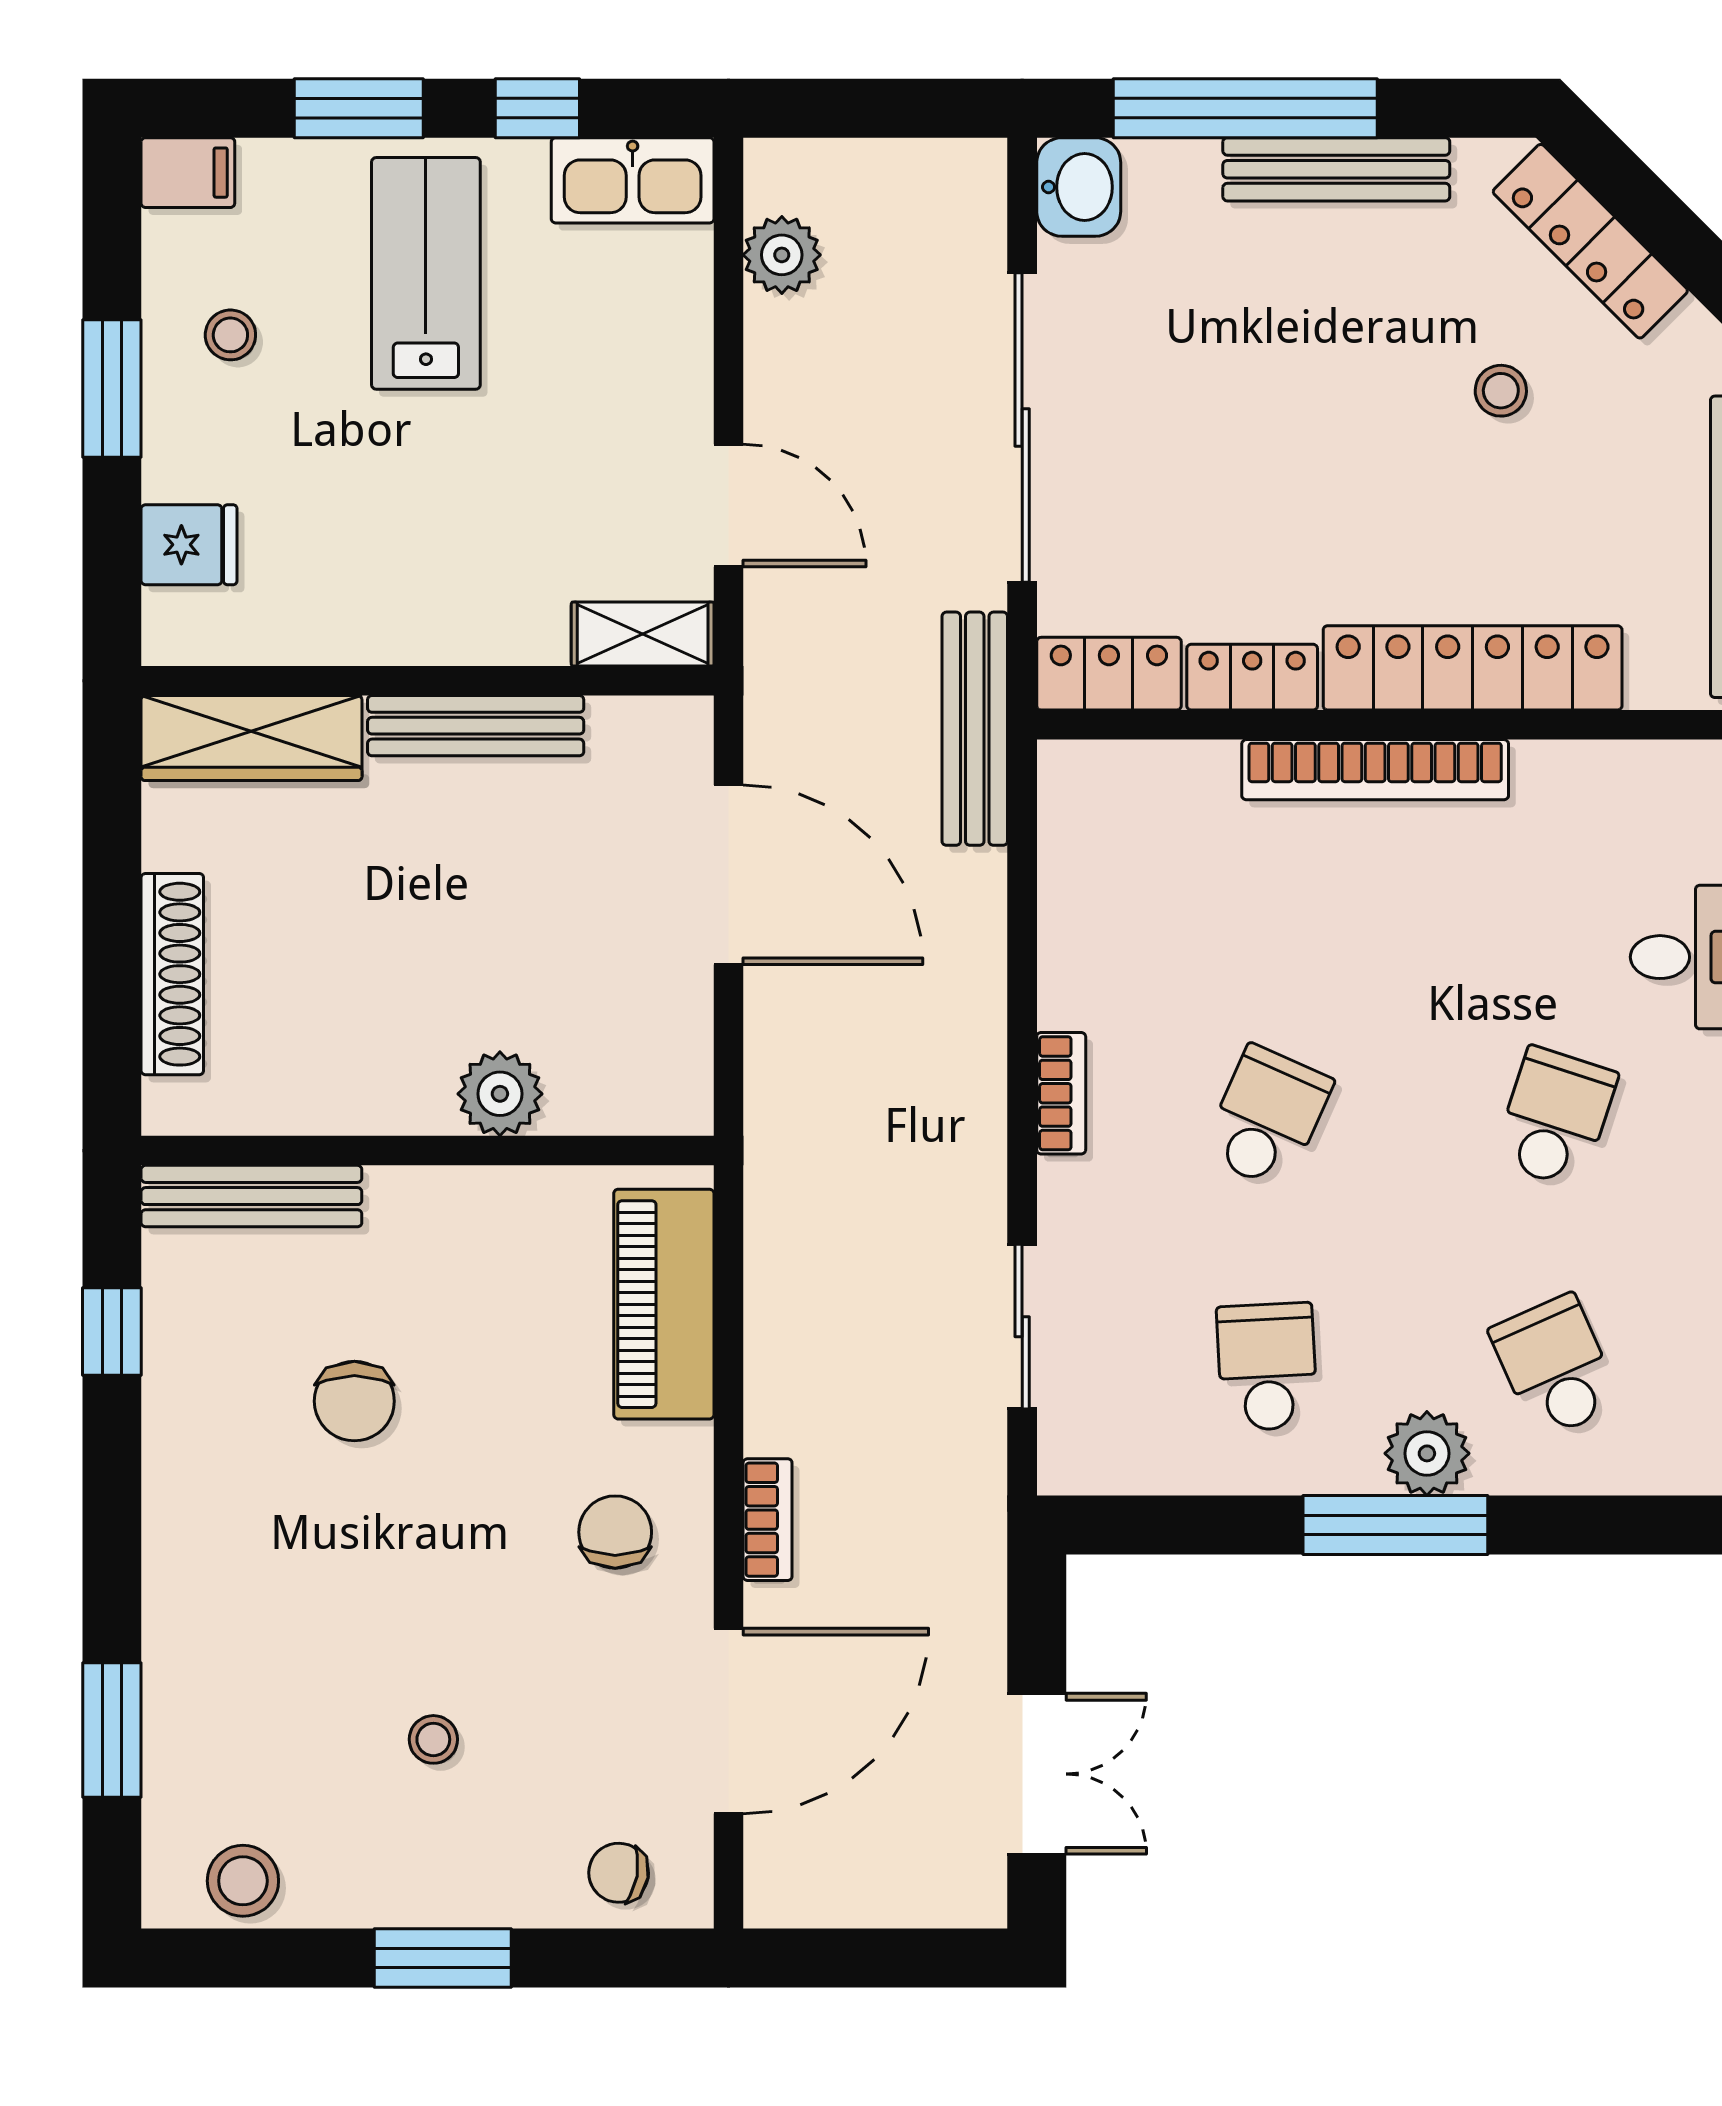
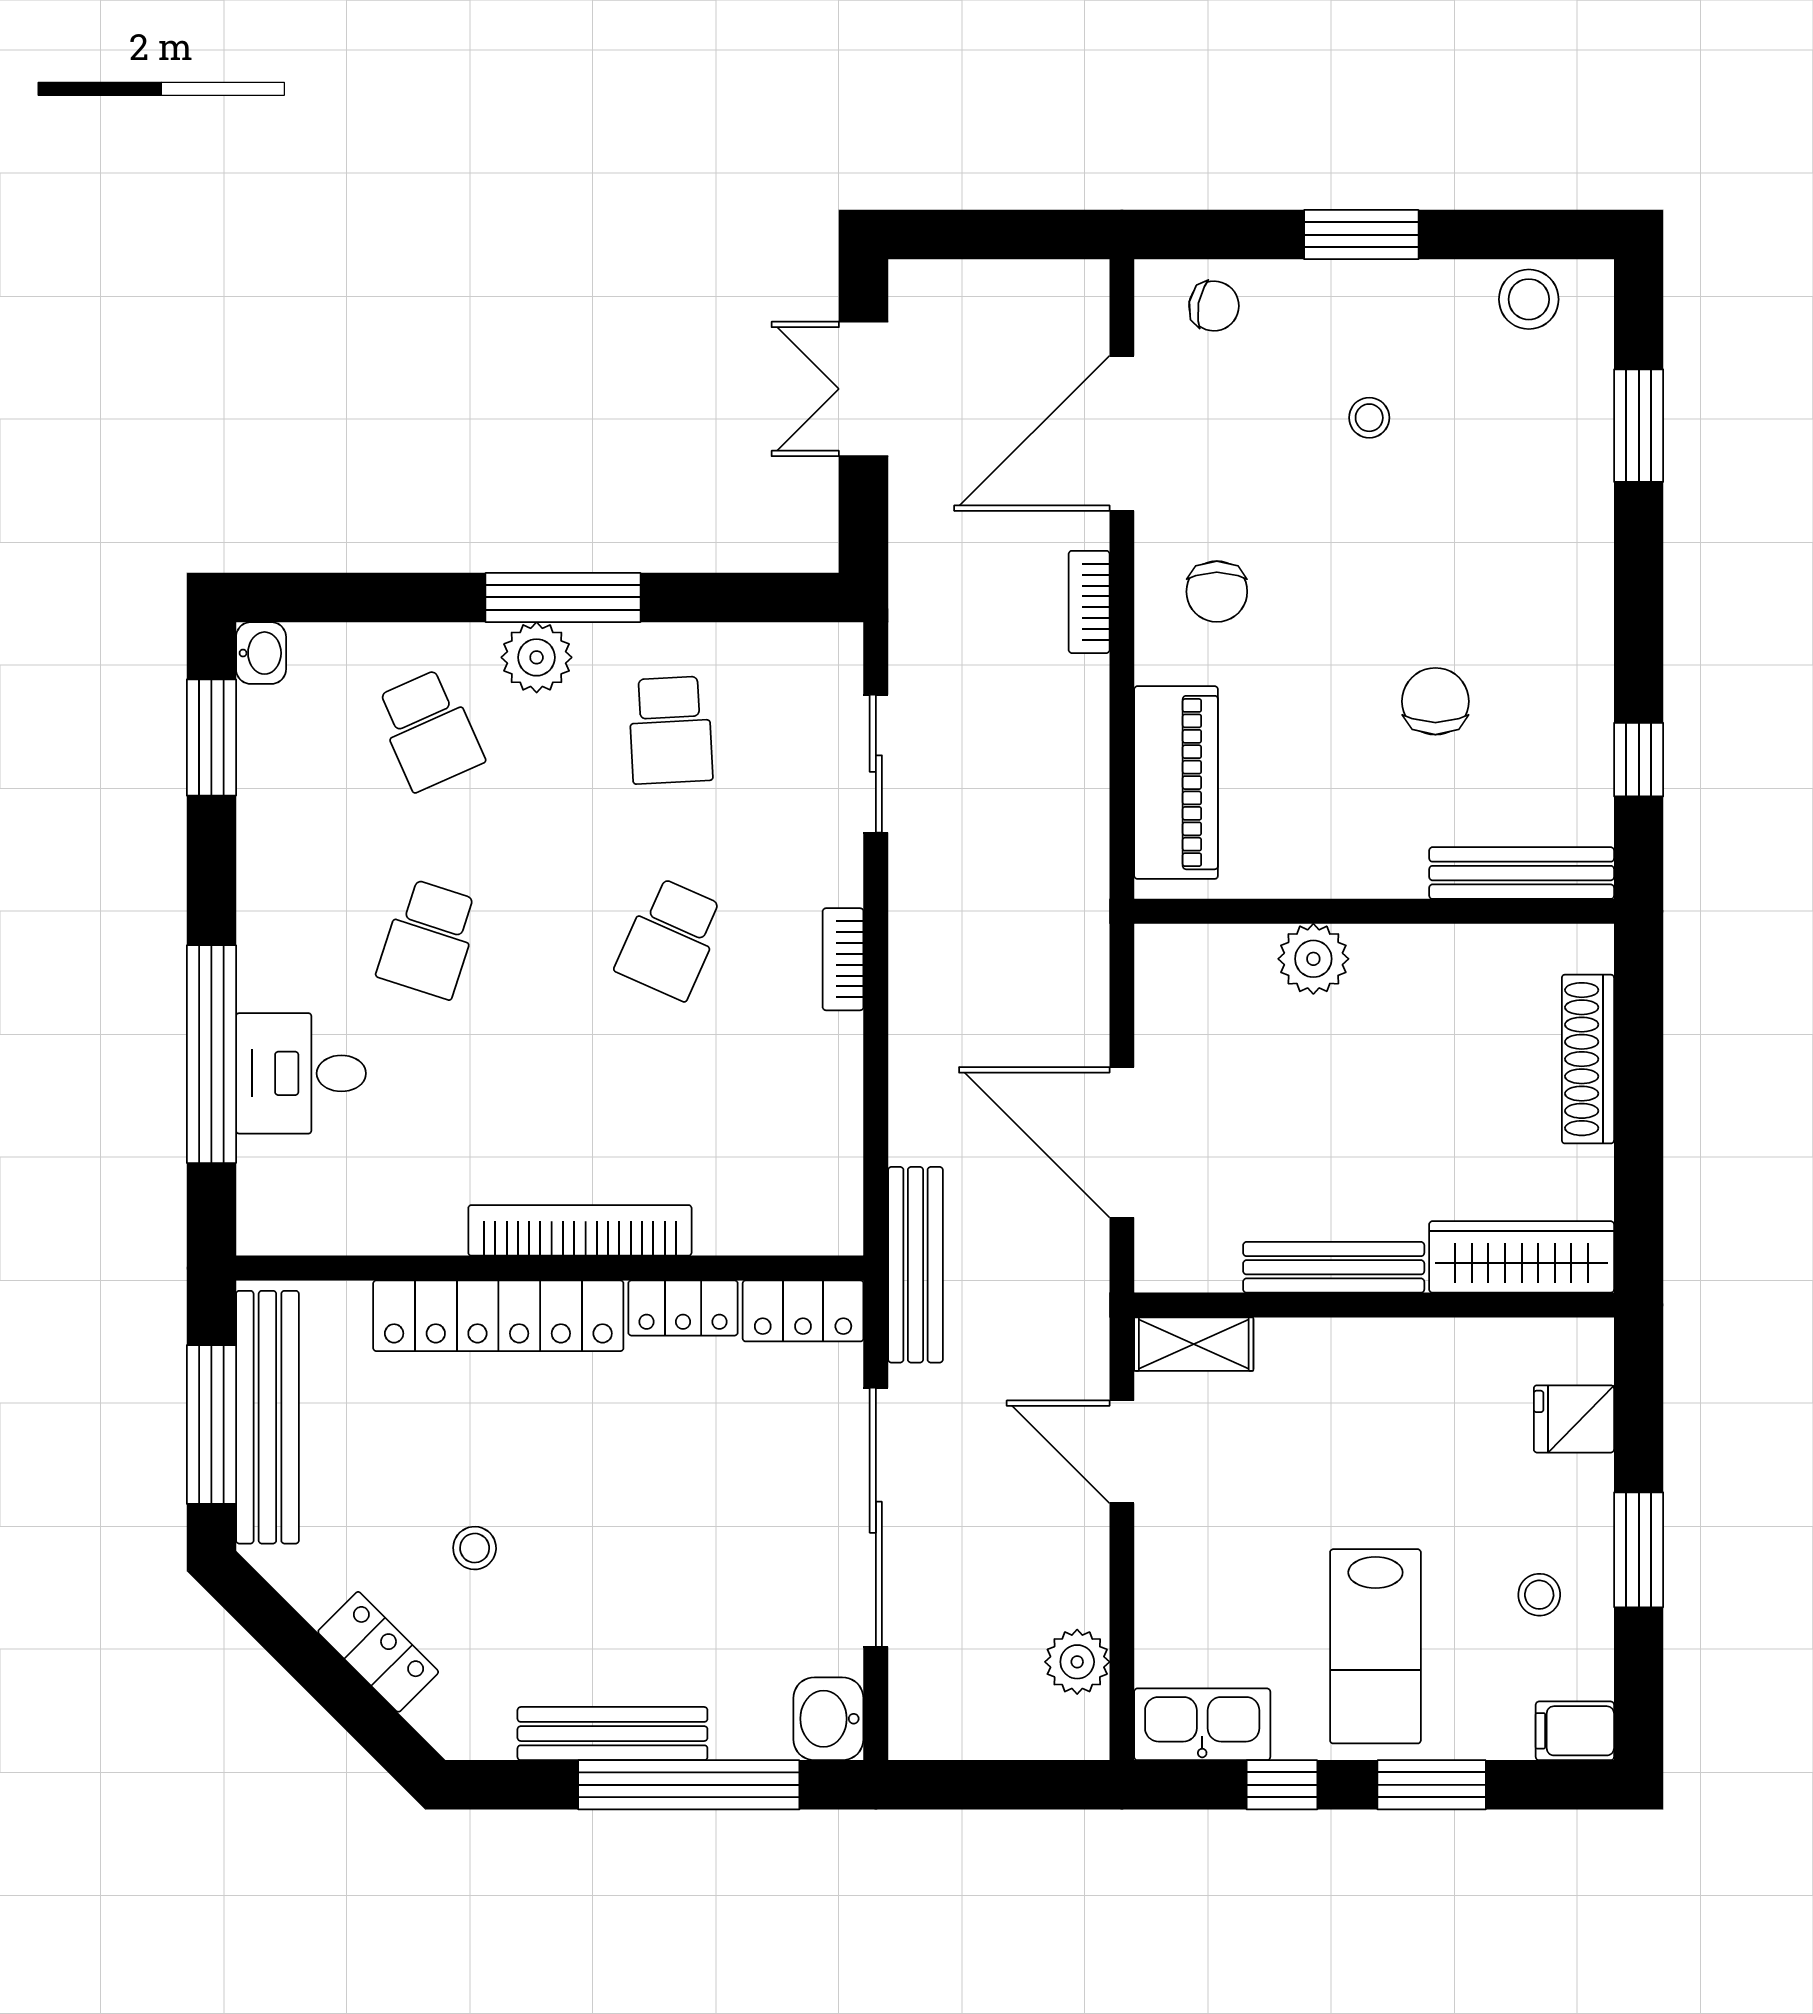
locker: (1590, 241) -> (378, 1652), width x0.66

